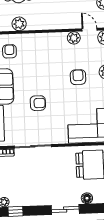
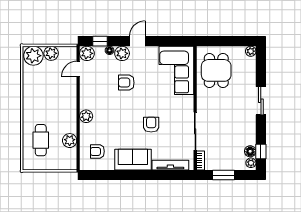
plant: (74, 38) -> (86, 116), moved
floor lamp: (87, 198) -> (250, 151), moved

